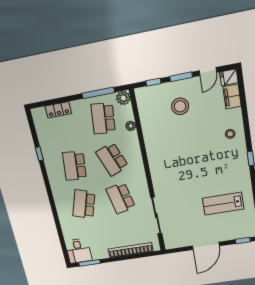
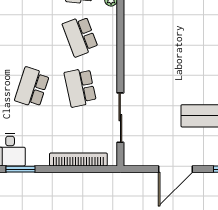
school desk: (75, 166) -> (32, 36), removed

